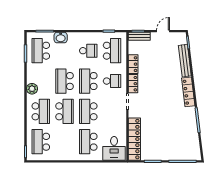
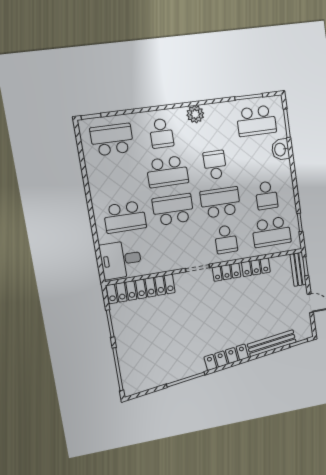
school desk: (41, 51) -> (256, 121), turned 180
school desk: (65, 81) -> (215, 165), width x0.54
school desk: (41, 111) -> (161, 133), width x0.54
school desk: (88, 142) -> (125, 217), turned 180

